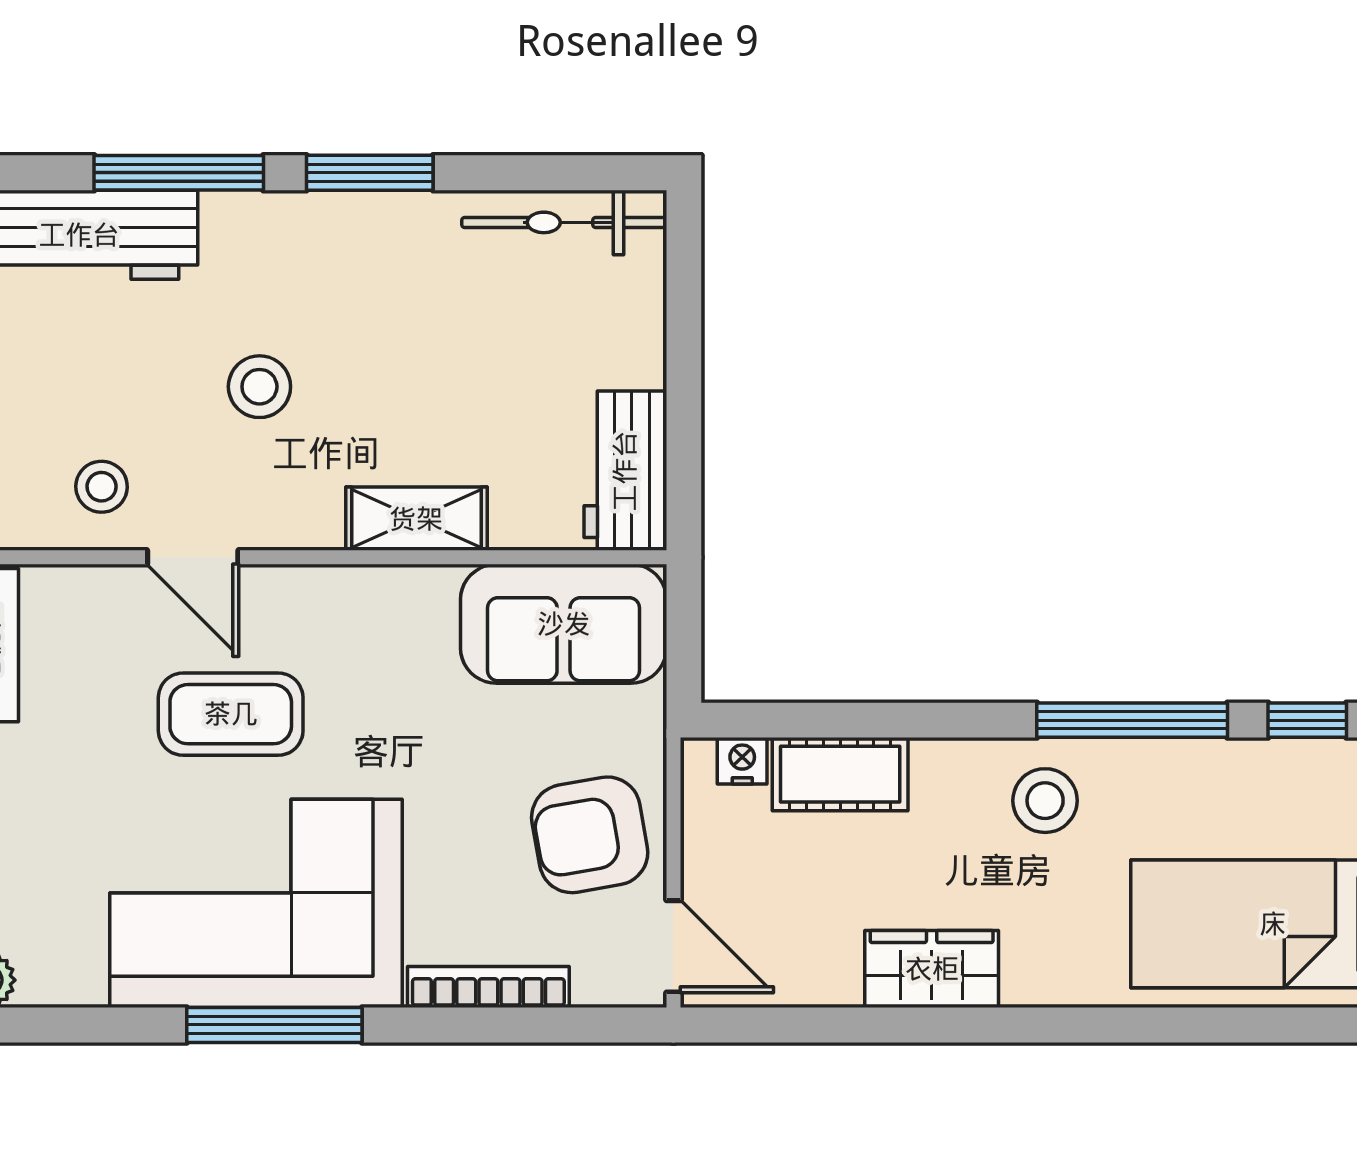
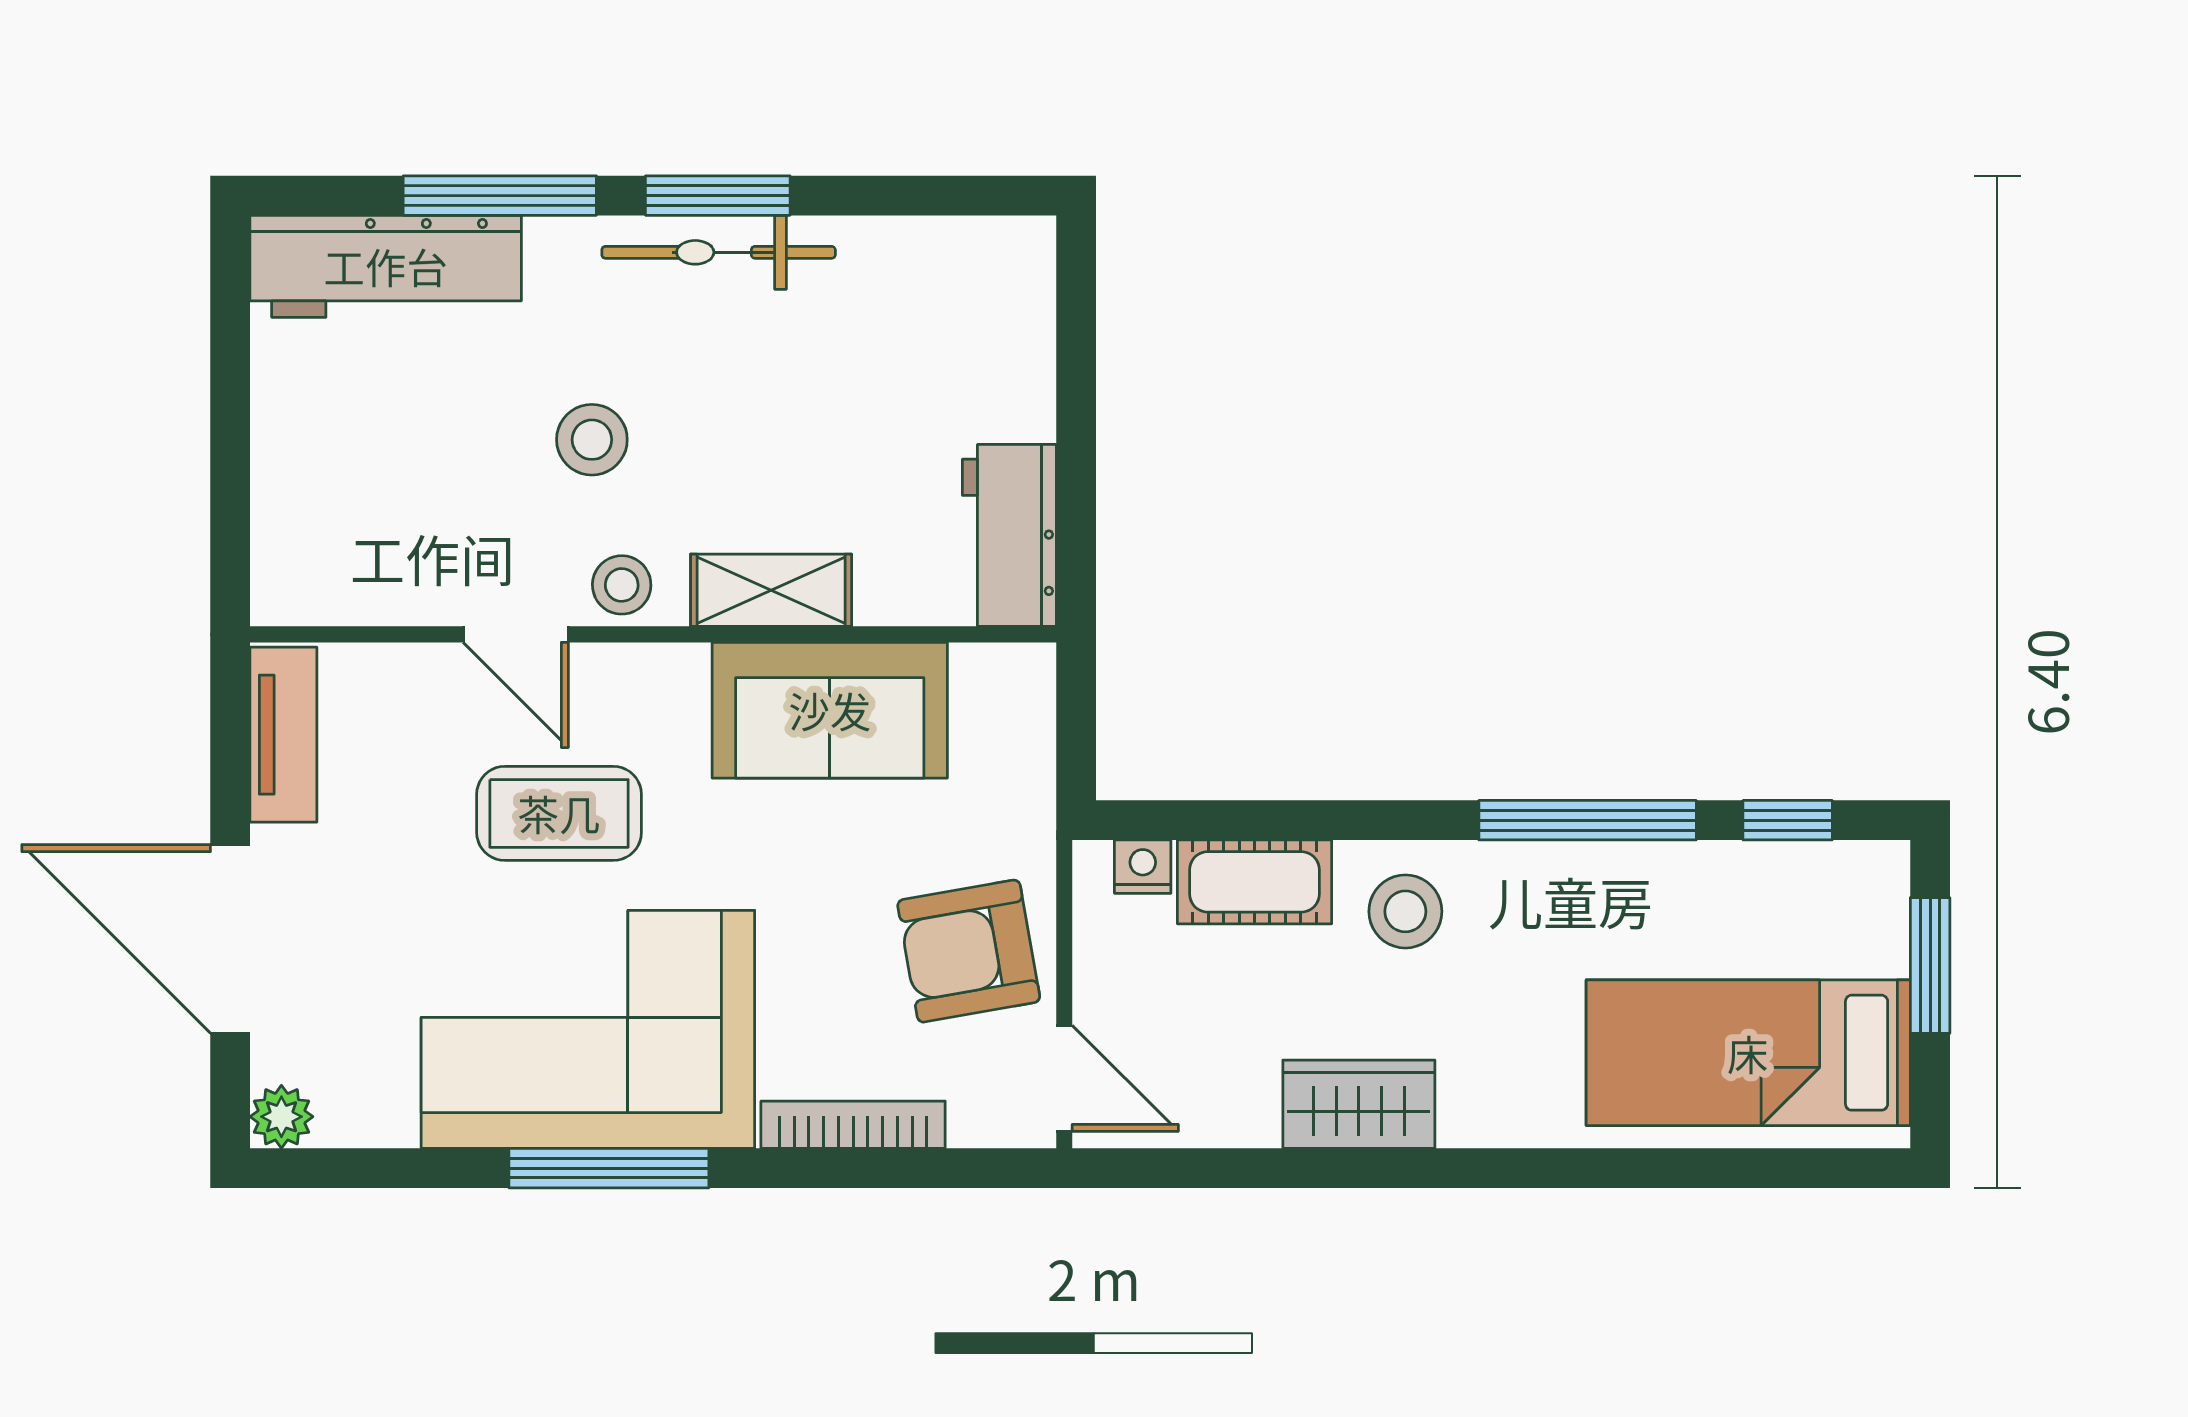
bicycle: (564, 222) -> (719, 252), moved
stool: (102, 487) -> (622, 585), moved
sofa: (564, 624) -> (830, 710), moved
stool: (1045, 801) -> (1405, 911), moved

